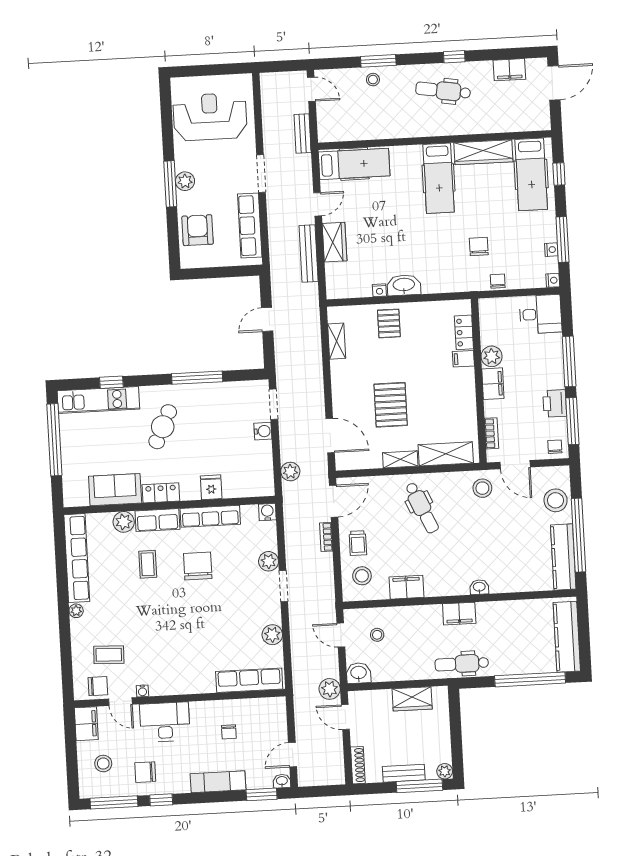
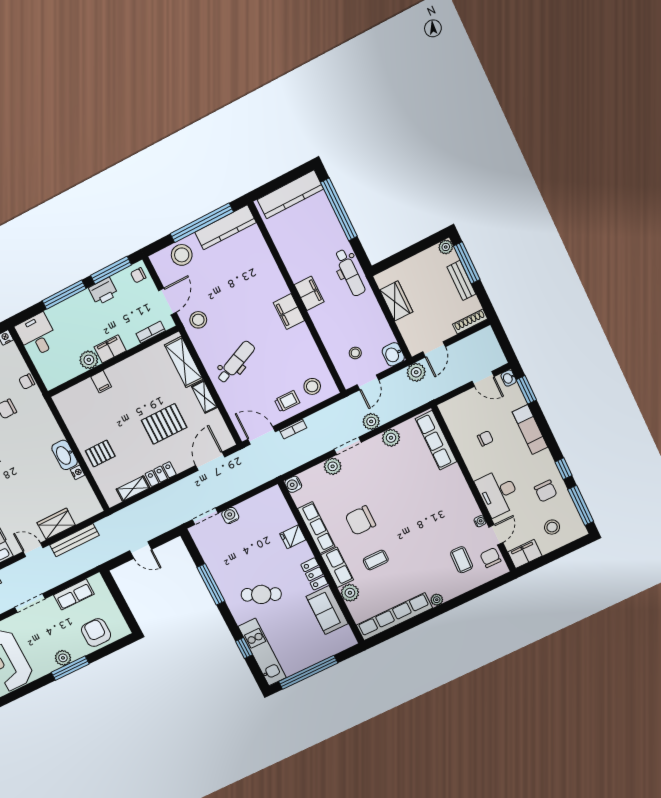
row of seats: (250, 225) -> (74, 594), width x0.68
armchair: (198, 230) -> (96, 633), turned 90
locker: (464, 332) -> (161, 474), moved, turned 180
plant: (290, 472) -> (371, 421), moved
filing cabinet: (406, 587) -> (289, 312), moved
washbasin: (479, 587) -> (280, 286), removed

